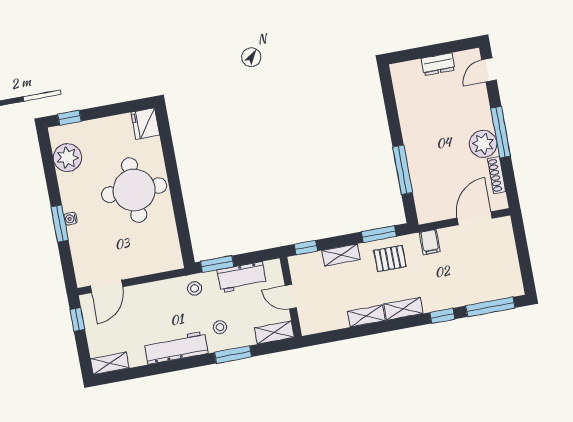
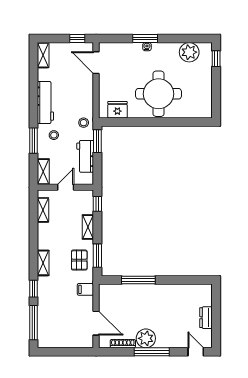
fridge: (145, 124) -> (117, 110), moved
shelving: (366, 316) -> (43, 210), moved

